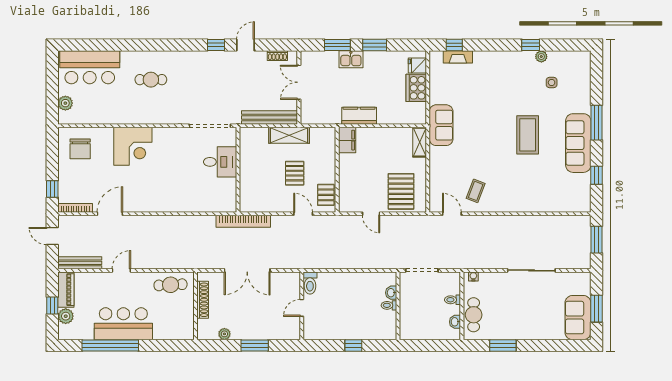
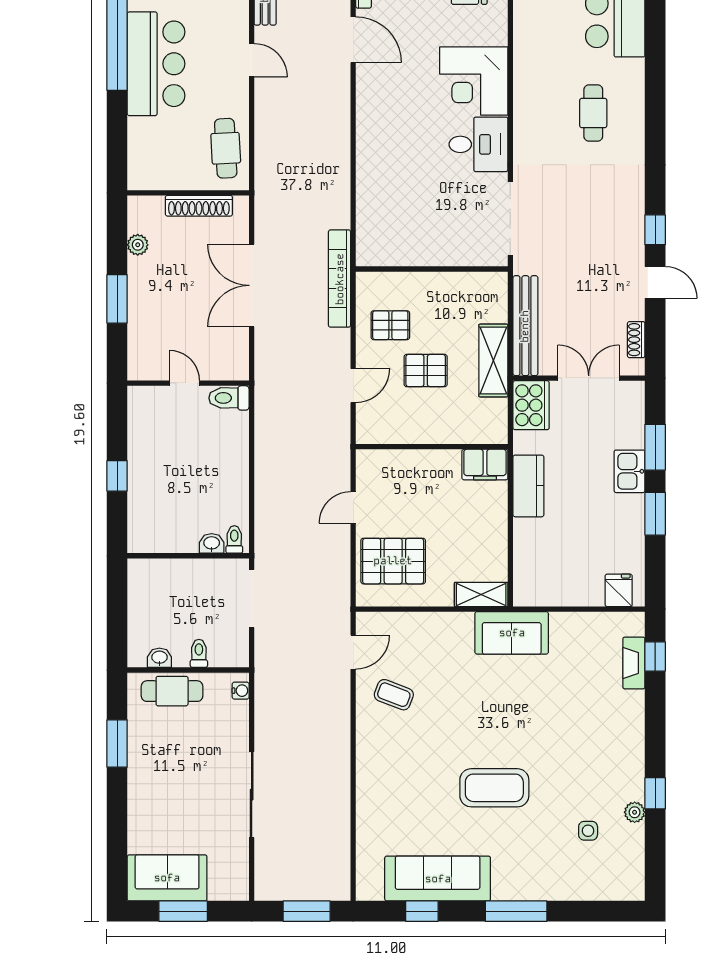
cooker: (416, 88) -> (531, 405), moved, turned 90
sofa: (578, 143) -> (438, 879), moved
desk: (220, 162) -> (478, 144), moved, turned -90
pallet: (326, 195) -> (390, 325), moved
toilet: (389, 305) -> (234, 539), moved

